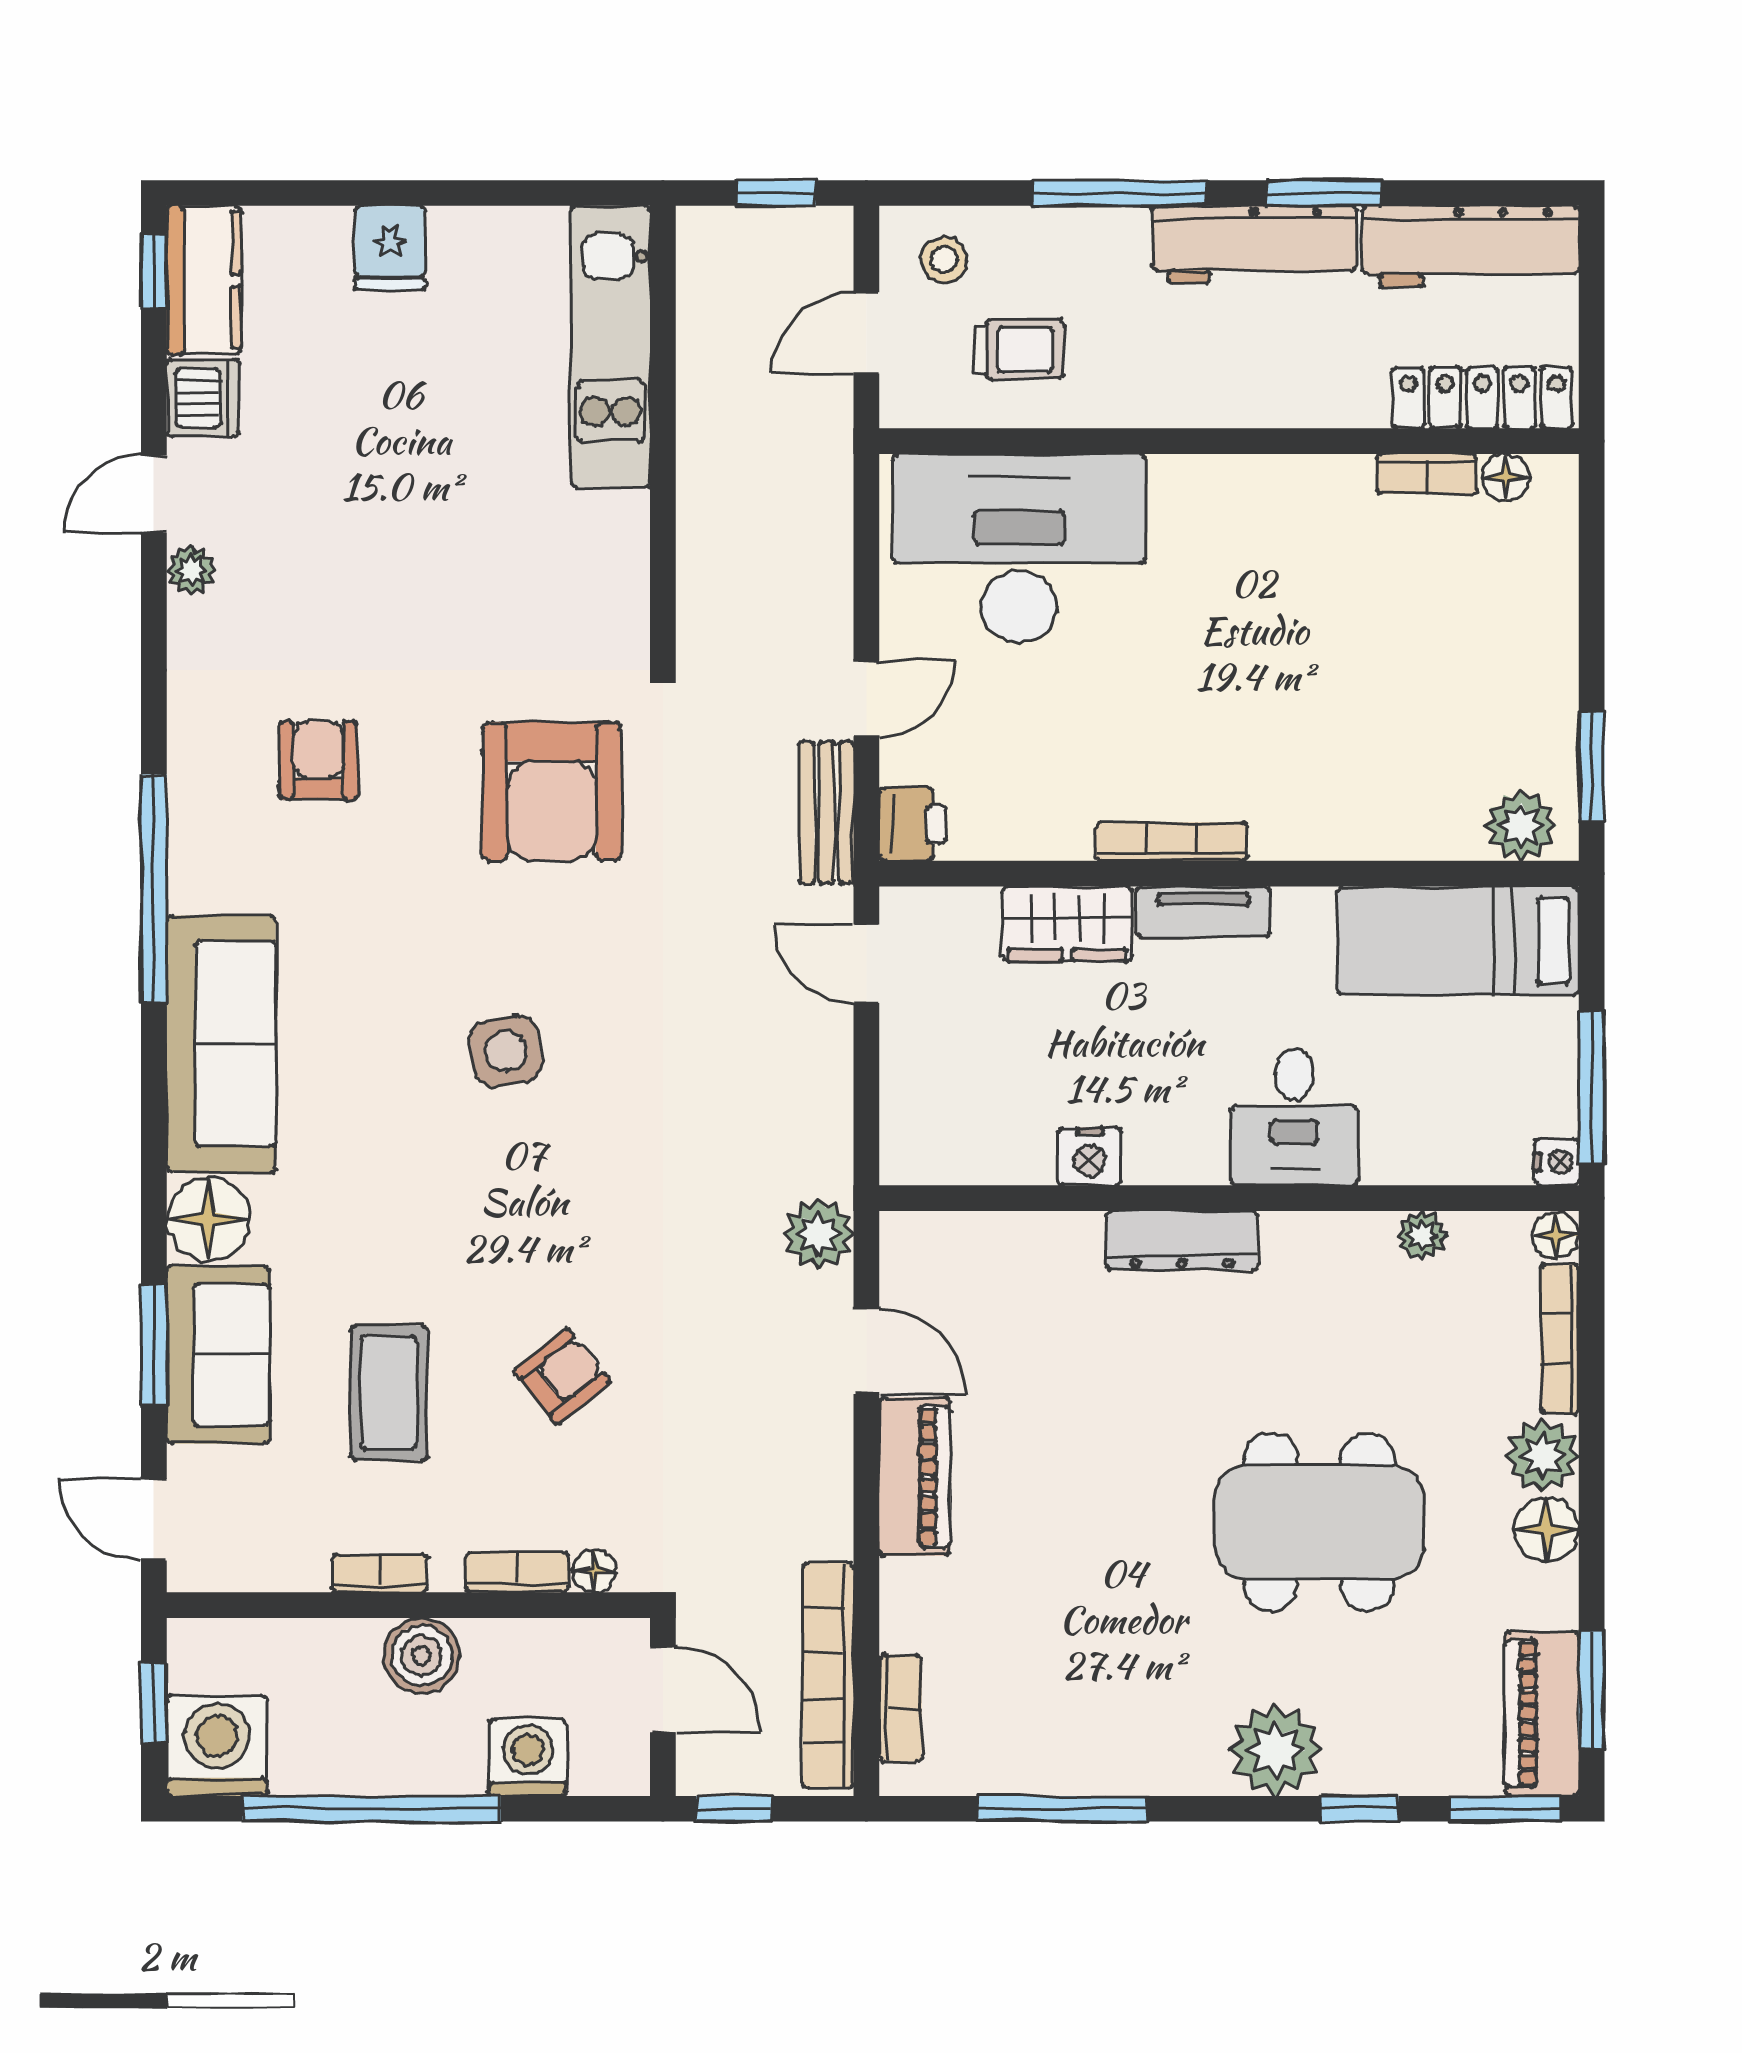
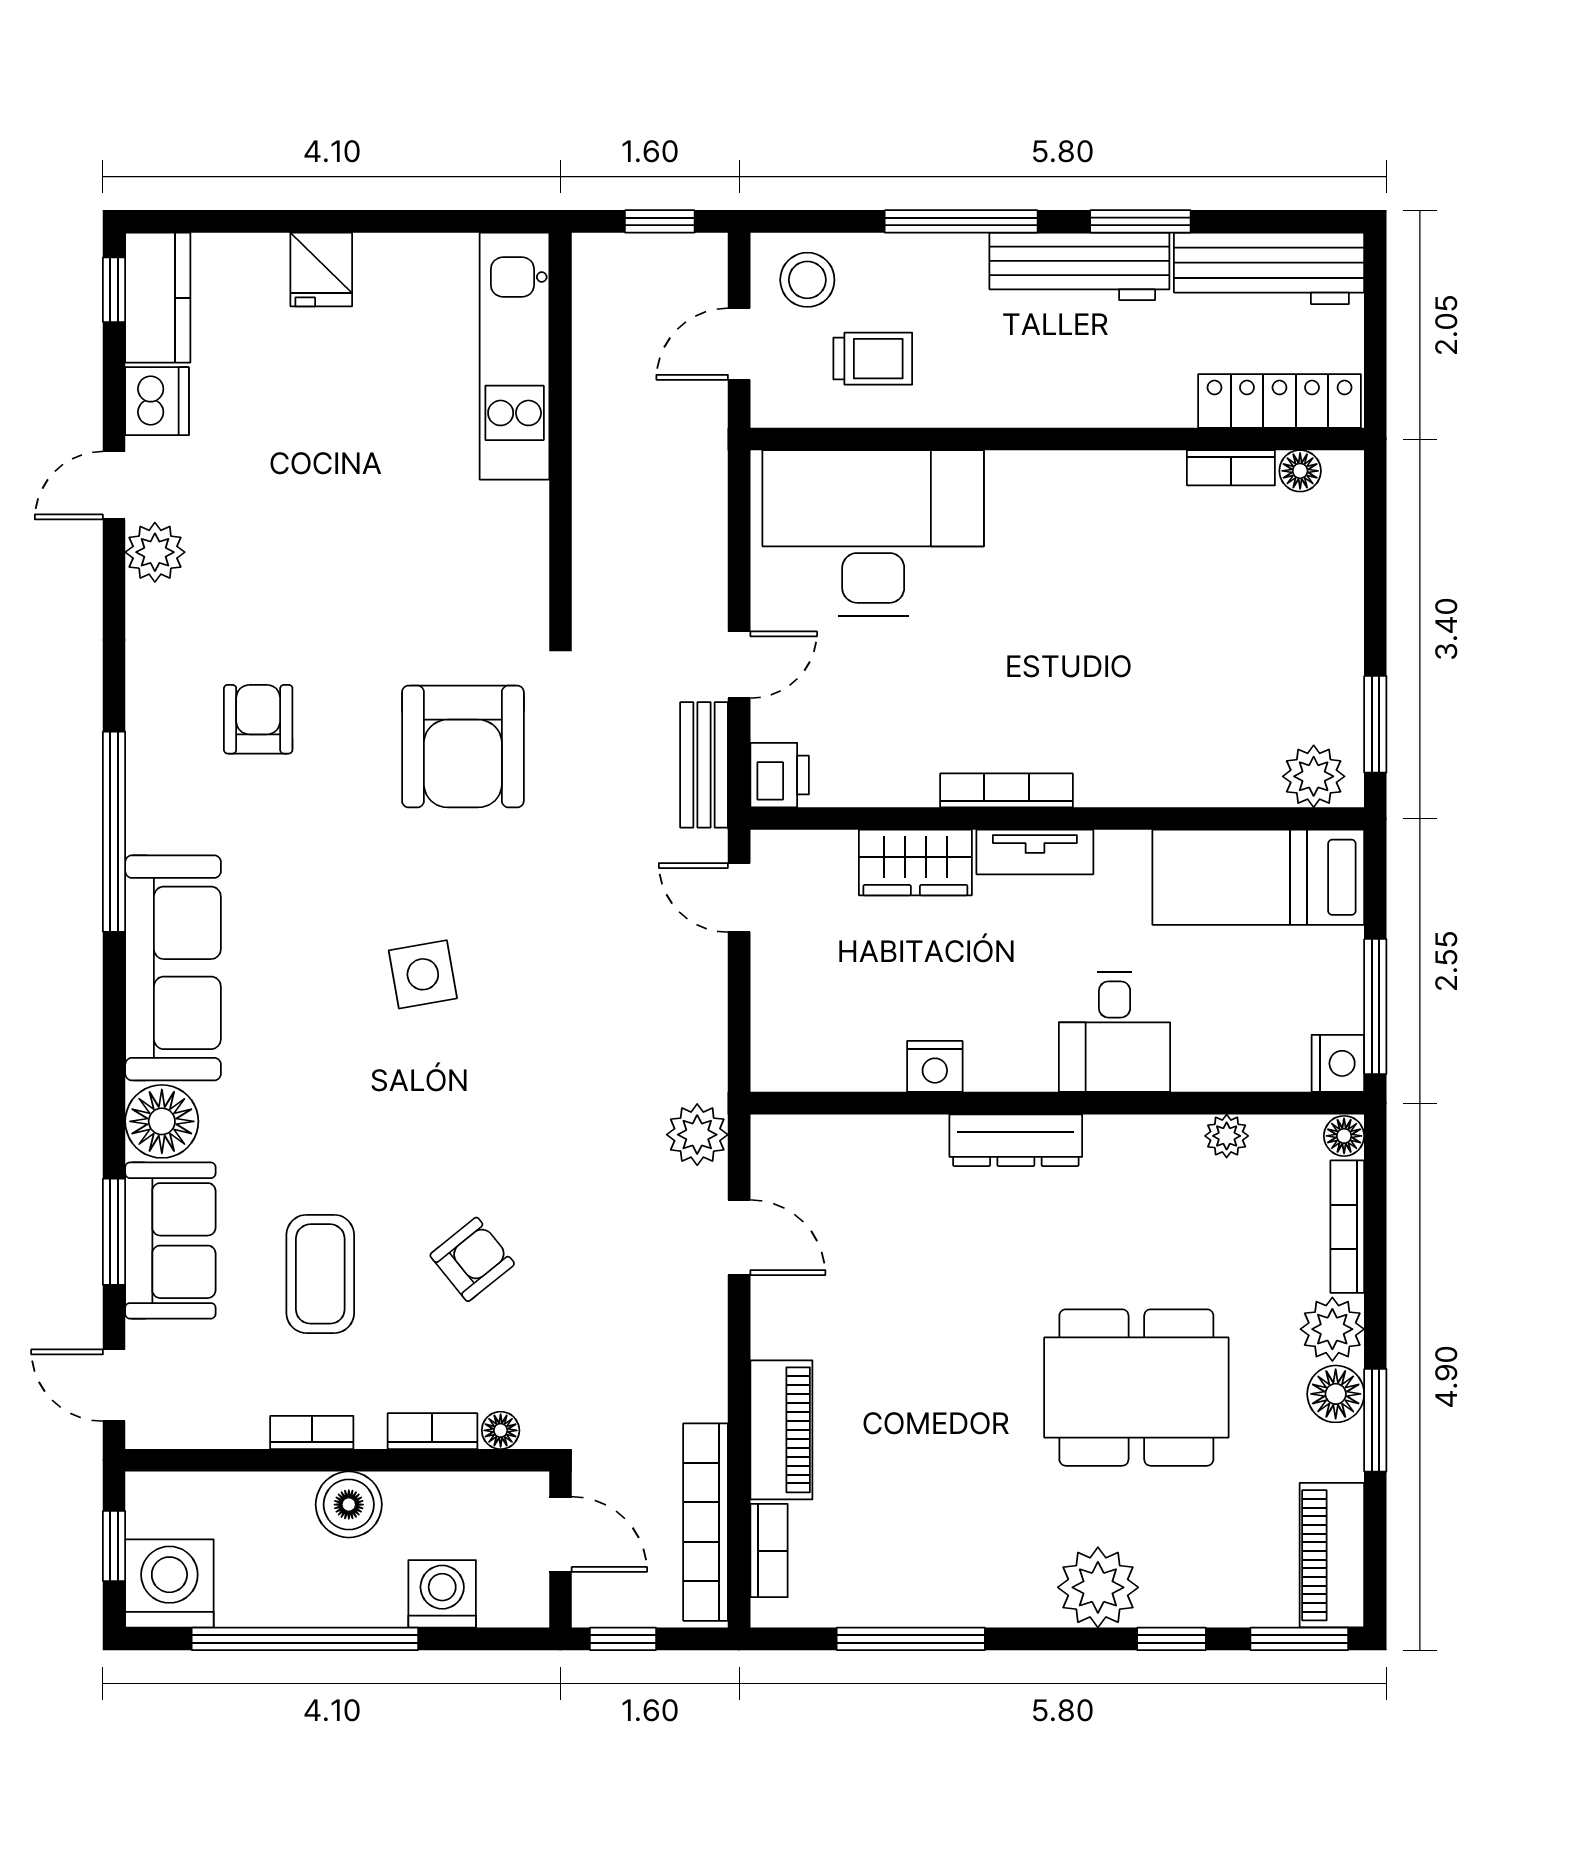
stool: (944, 260) -> (807, 280), width x1.37, depth x1.37
plant: (191, 570) -> (155, 552), width x1.38, depth x1.38
nightstand: (1557, 1162) -> (1338, 1063), width x1.39, depth x1.35
piano: (915, 1477) -> (781, 1430), moved
window: (1592, 1690) -> (1375, 1420), moved

